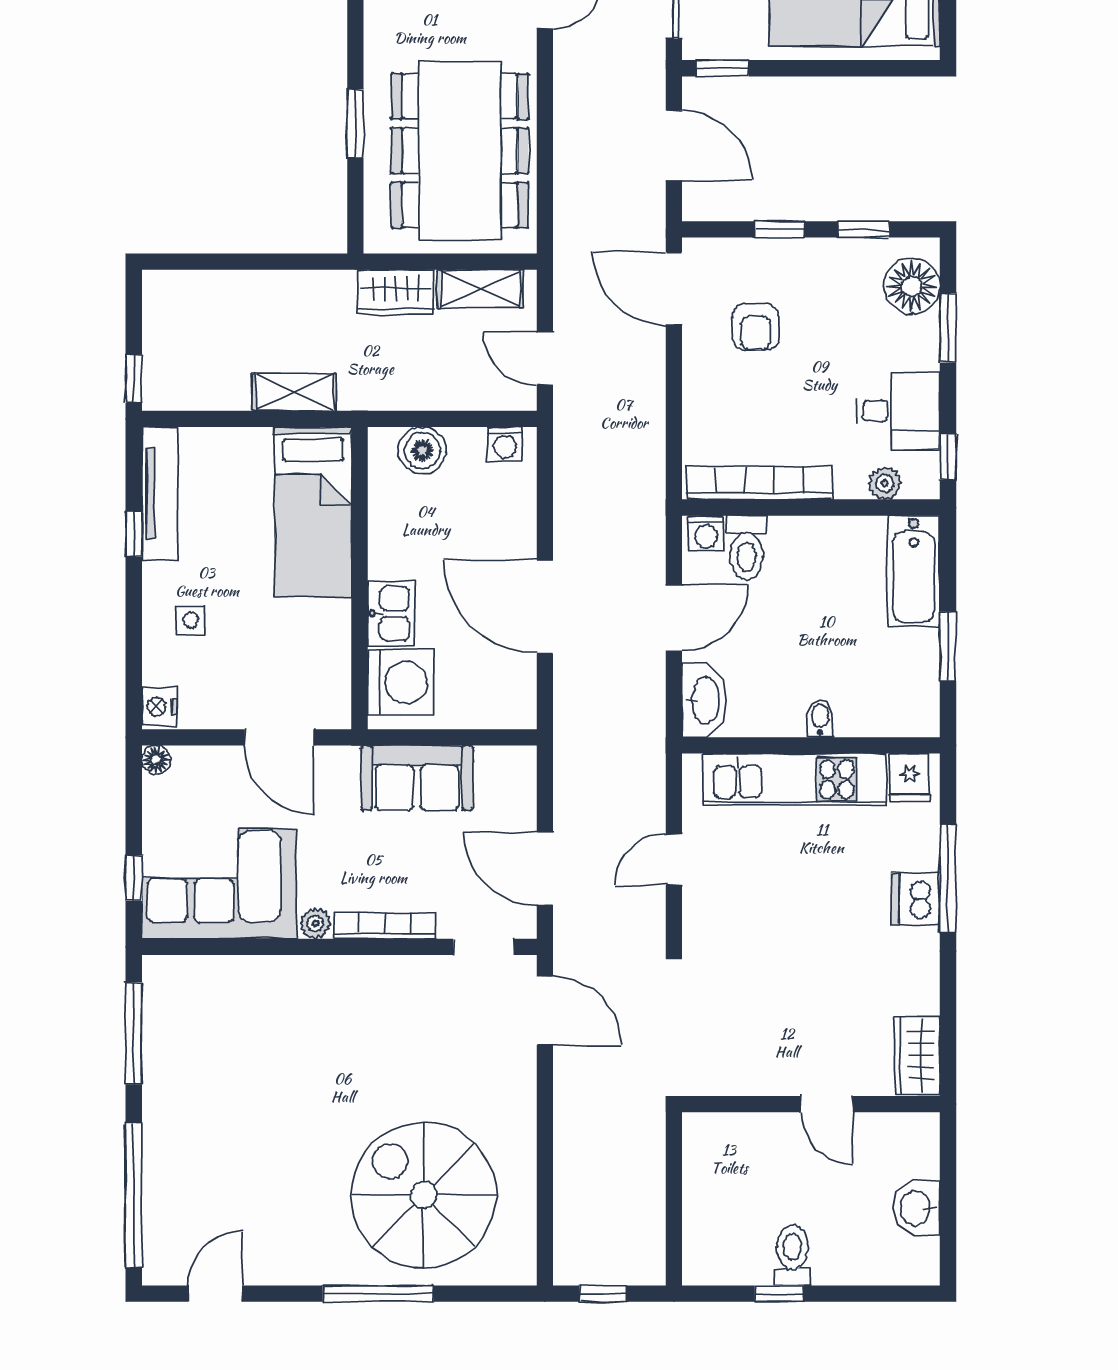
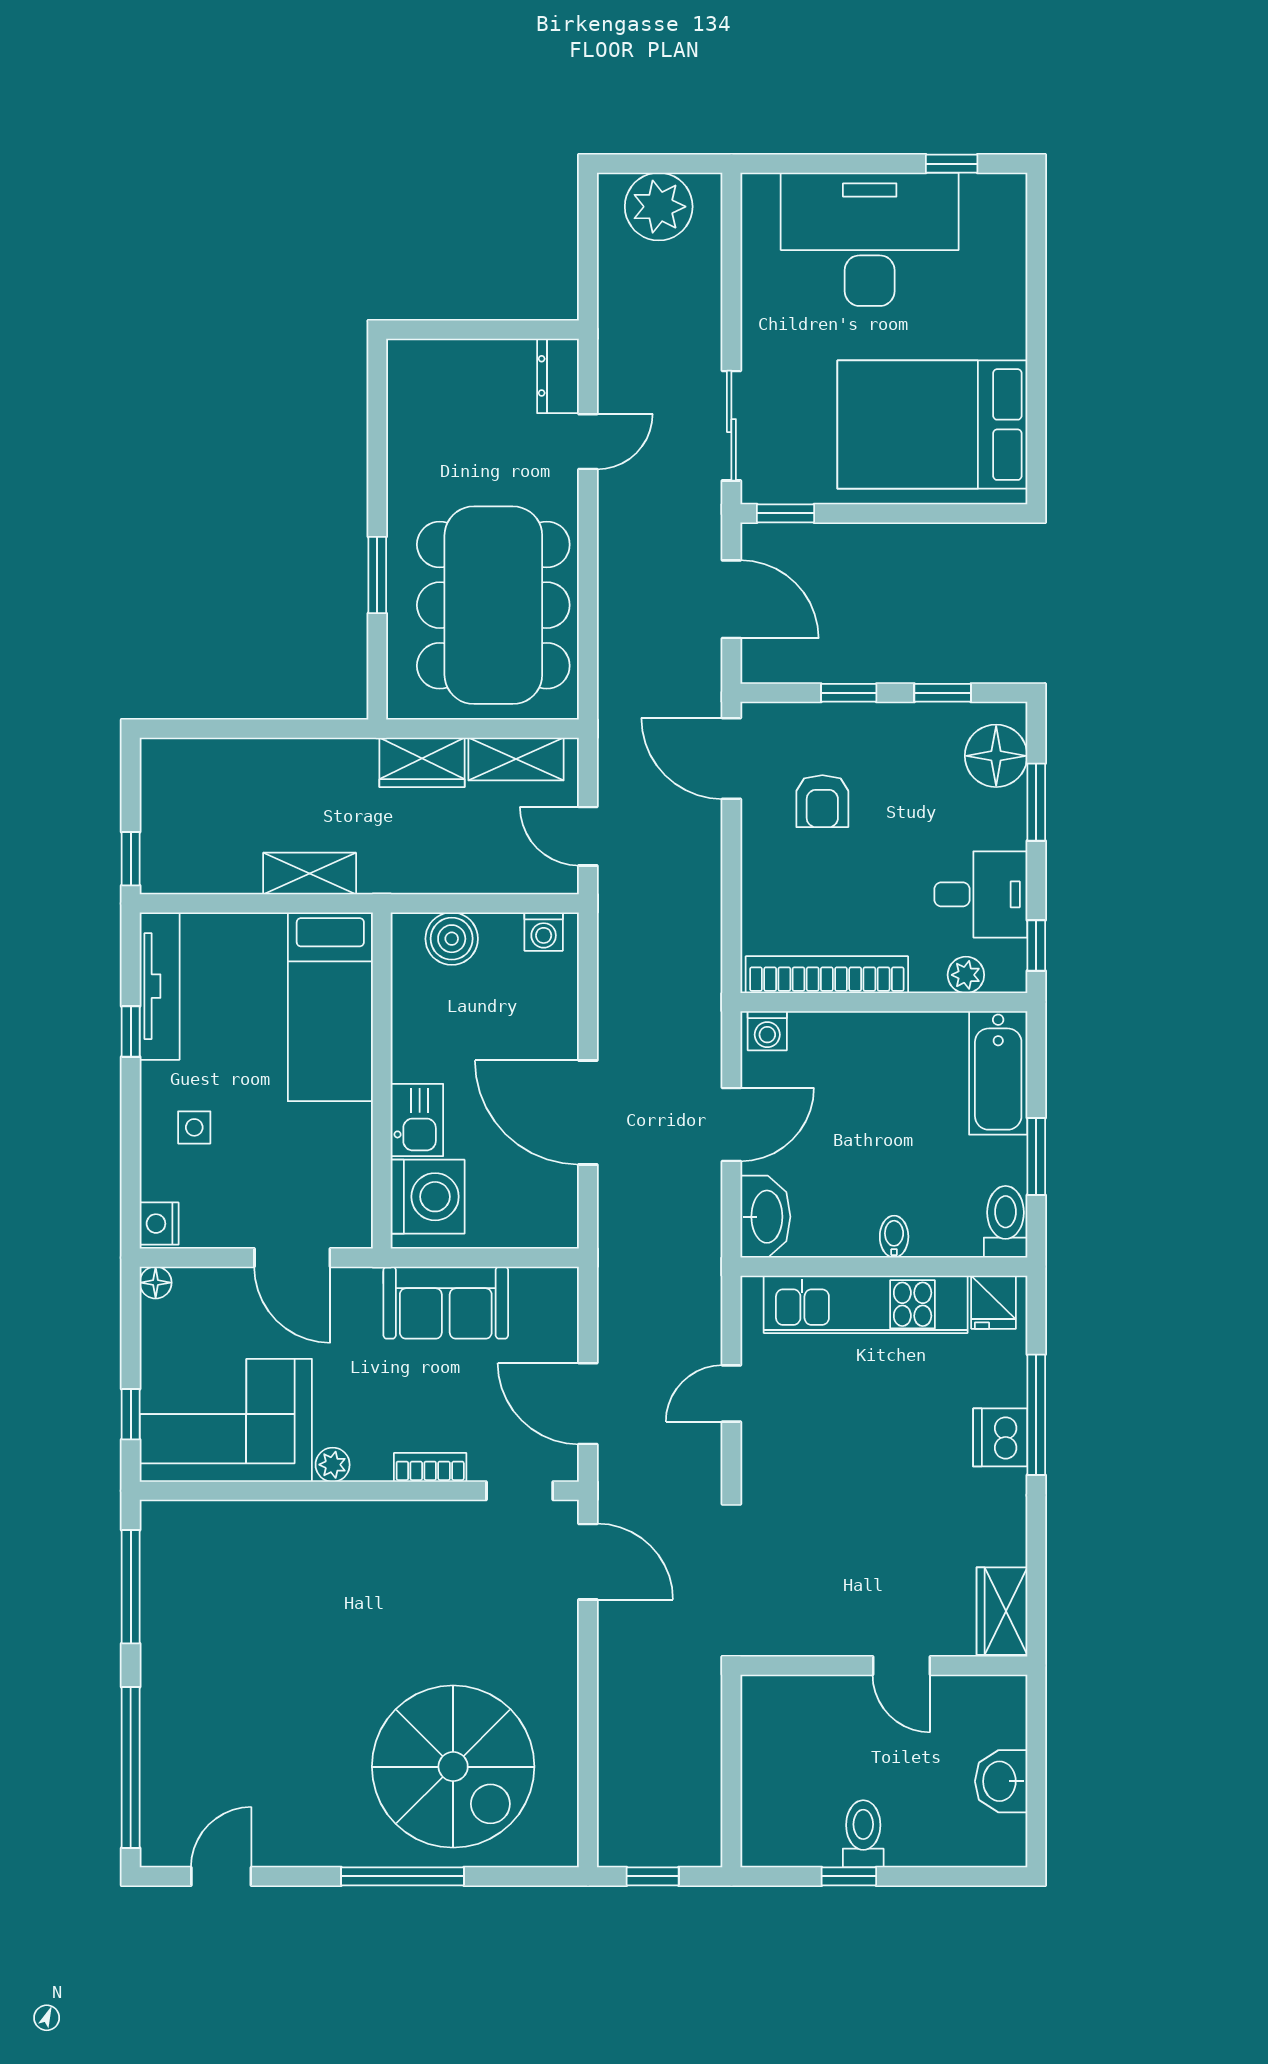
toilet: (747, 548) -> (1006, 1222), moved, turned 180
bookcase: (385, 926) -> (430, 1467), width x0.64
spiral stairs: (424, 1195) -> (453, 1767), turned 180

